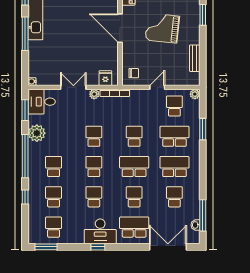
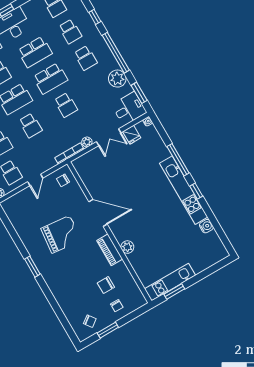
bench: (195, 58) -> (17, 225), removed
fridge: (105, 78) -> (132, 135), moved
school desk: (94, 167) -> (50, 78), width x1.85
school desk: (94, 197) -> (35, 52), width x1.85

